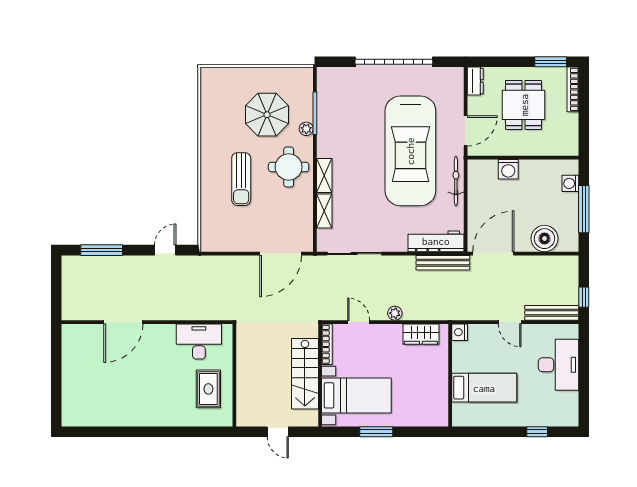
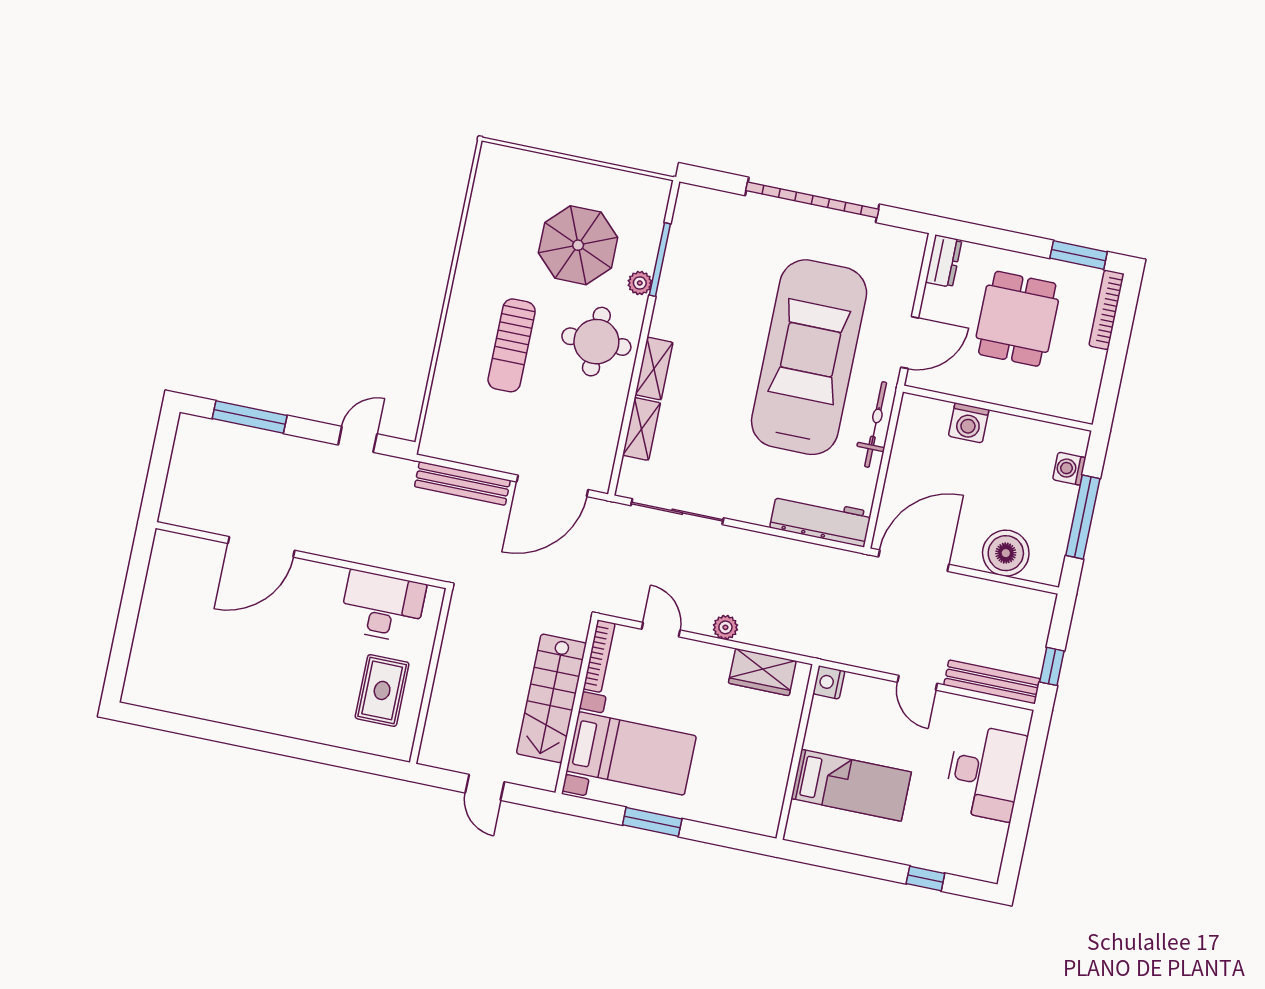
car: (410, 151) -> (809, 357), turned 180
bench: (443, 263) -> (462, 483), moved

